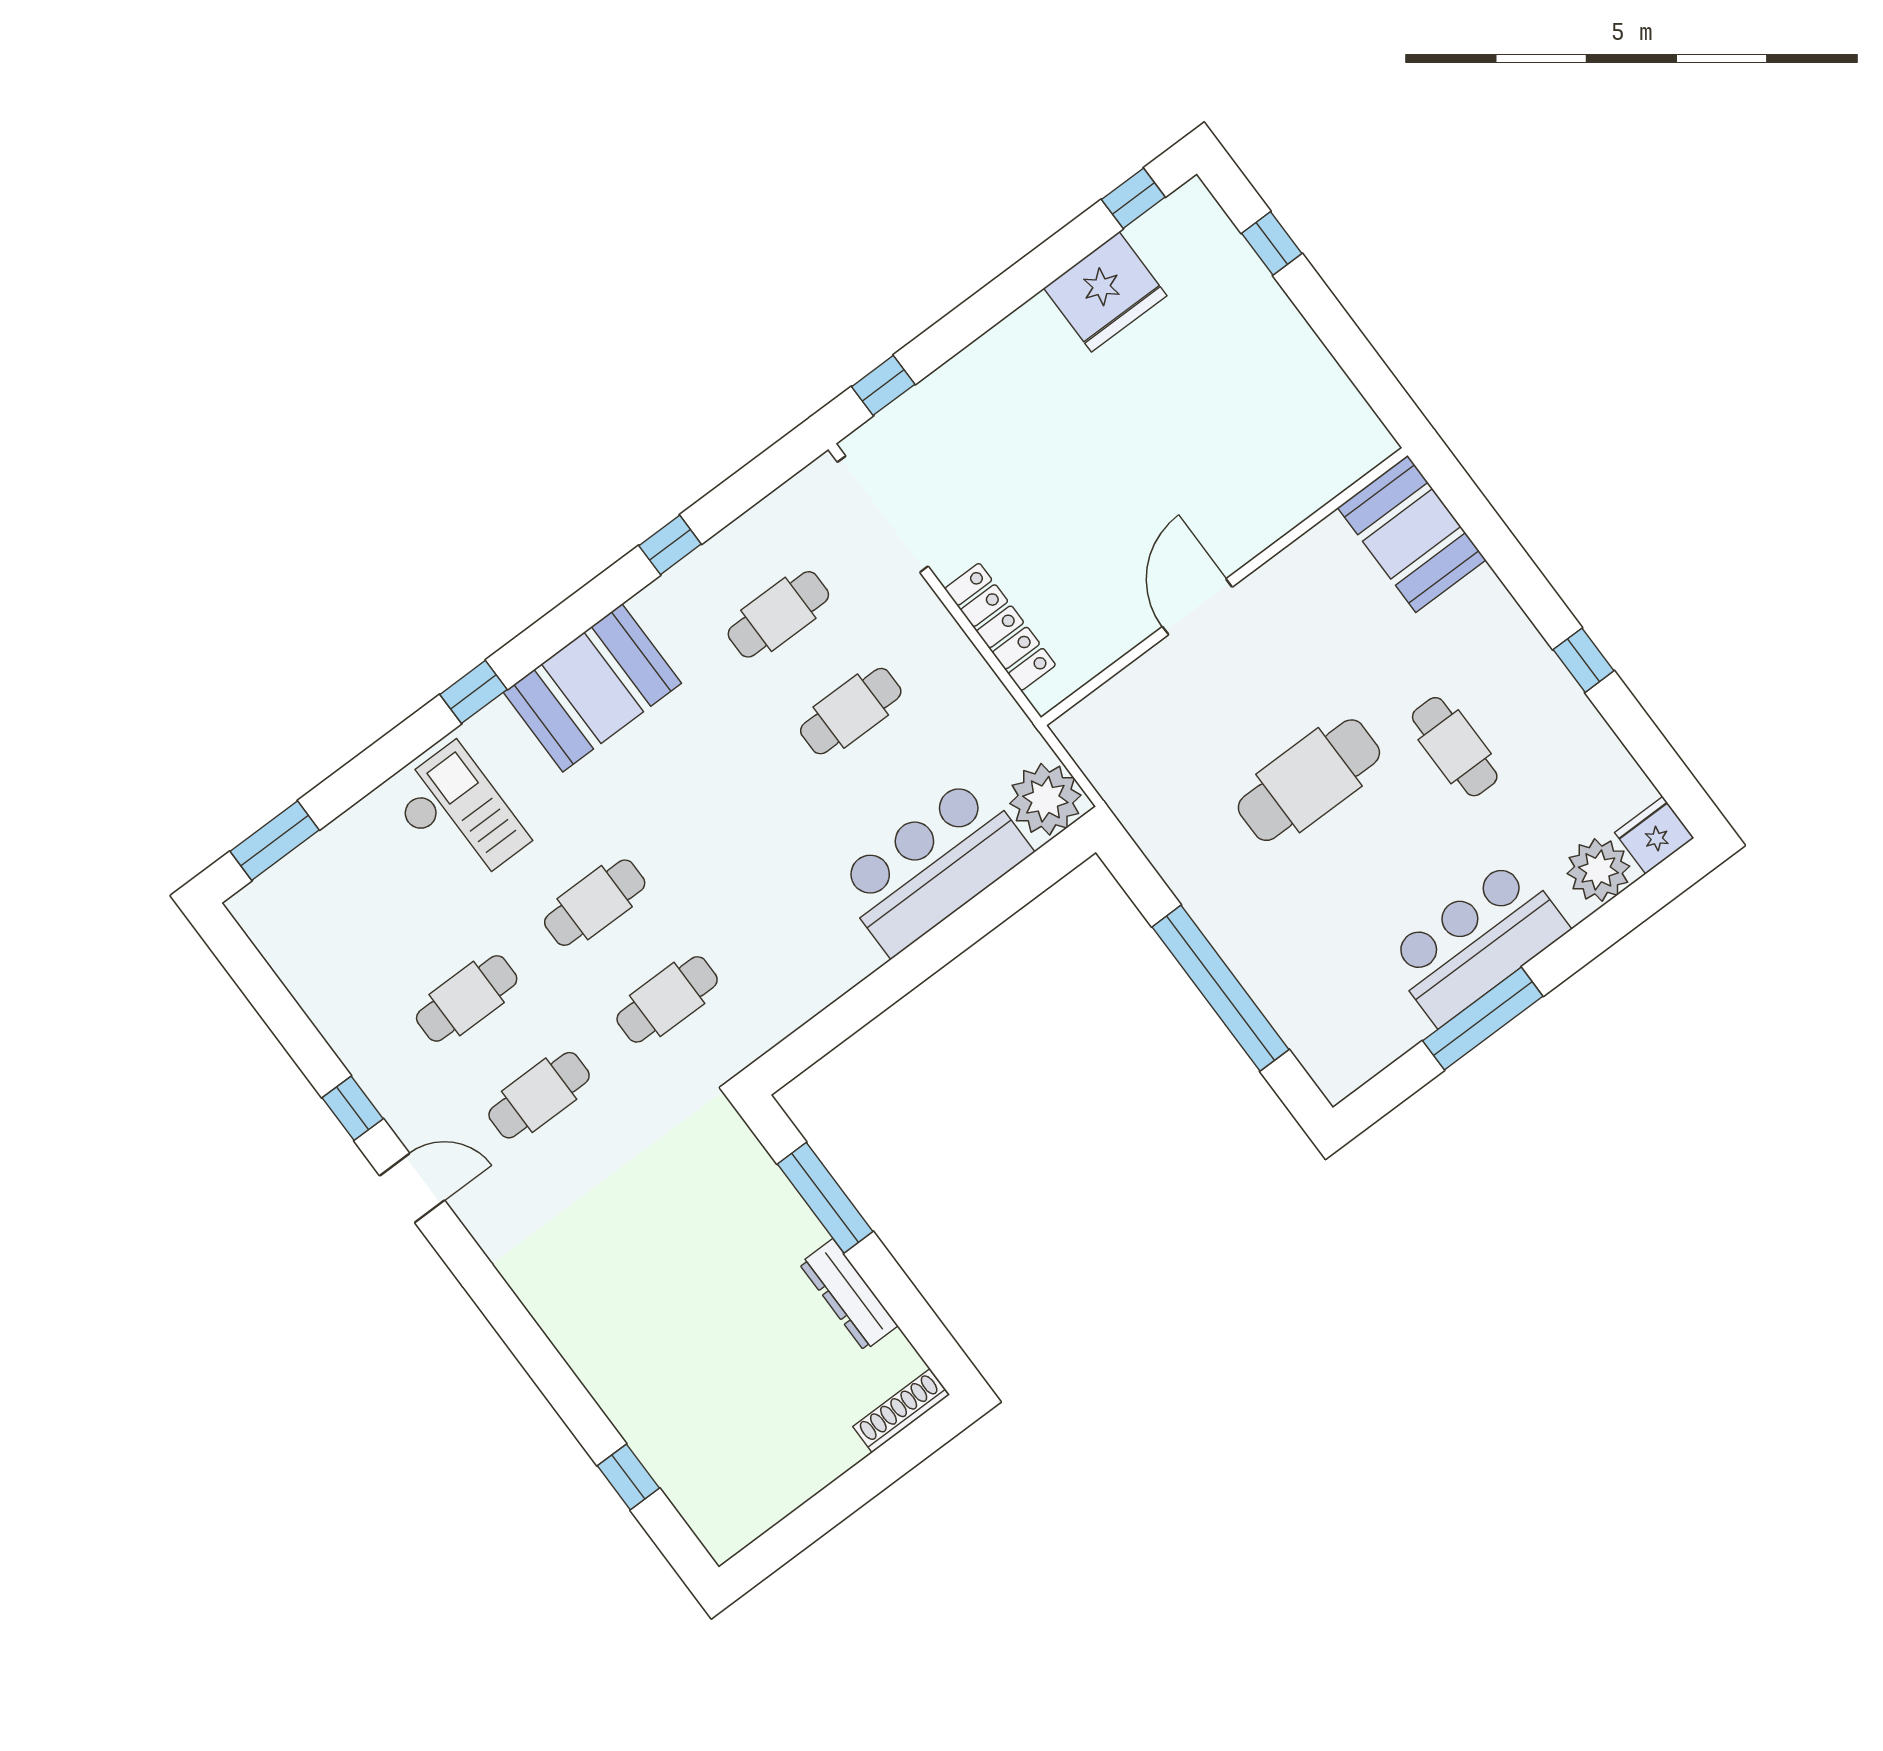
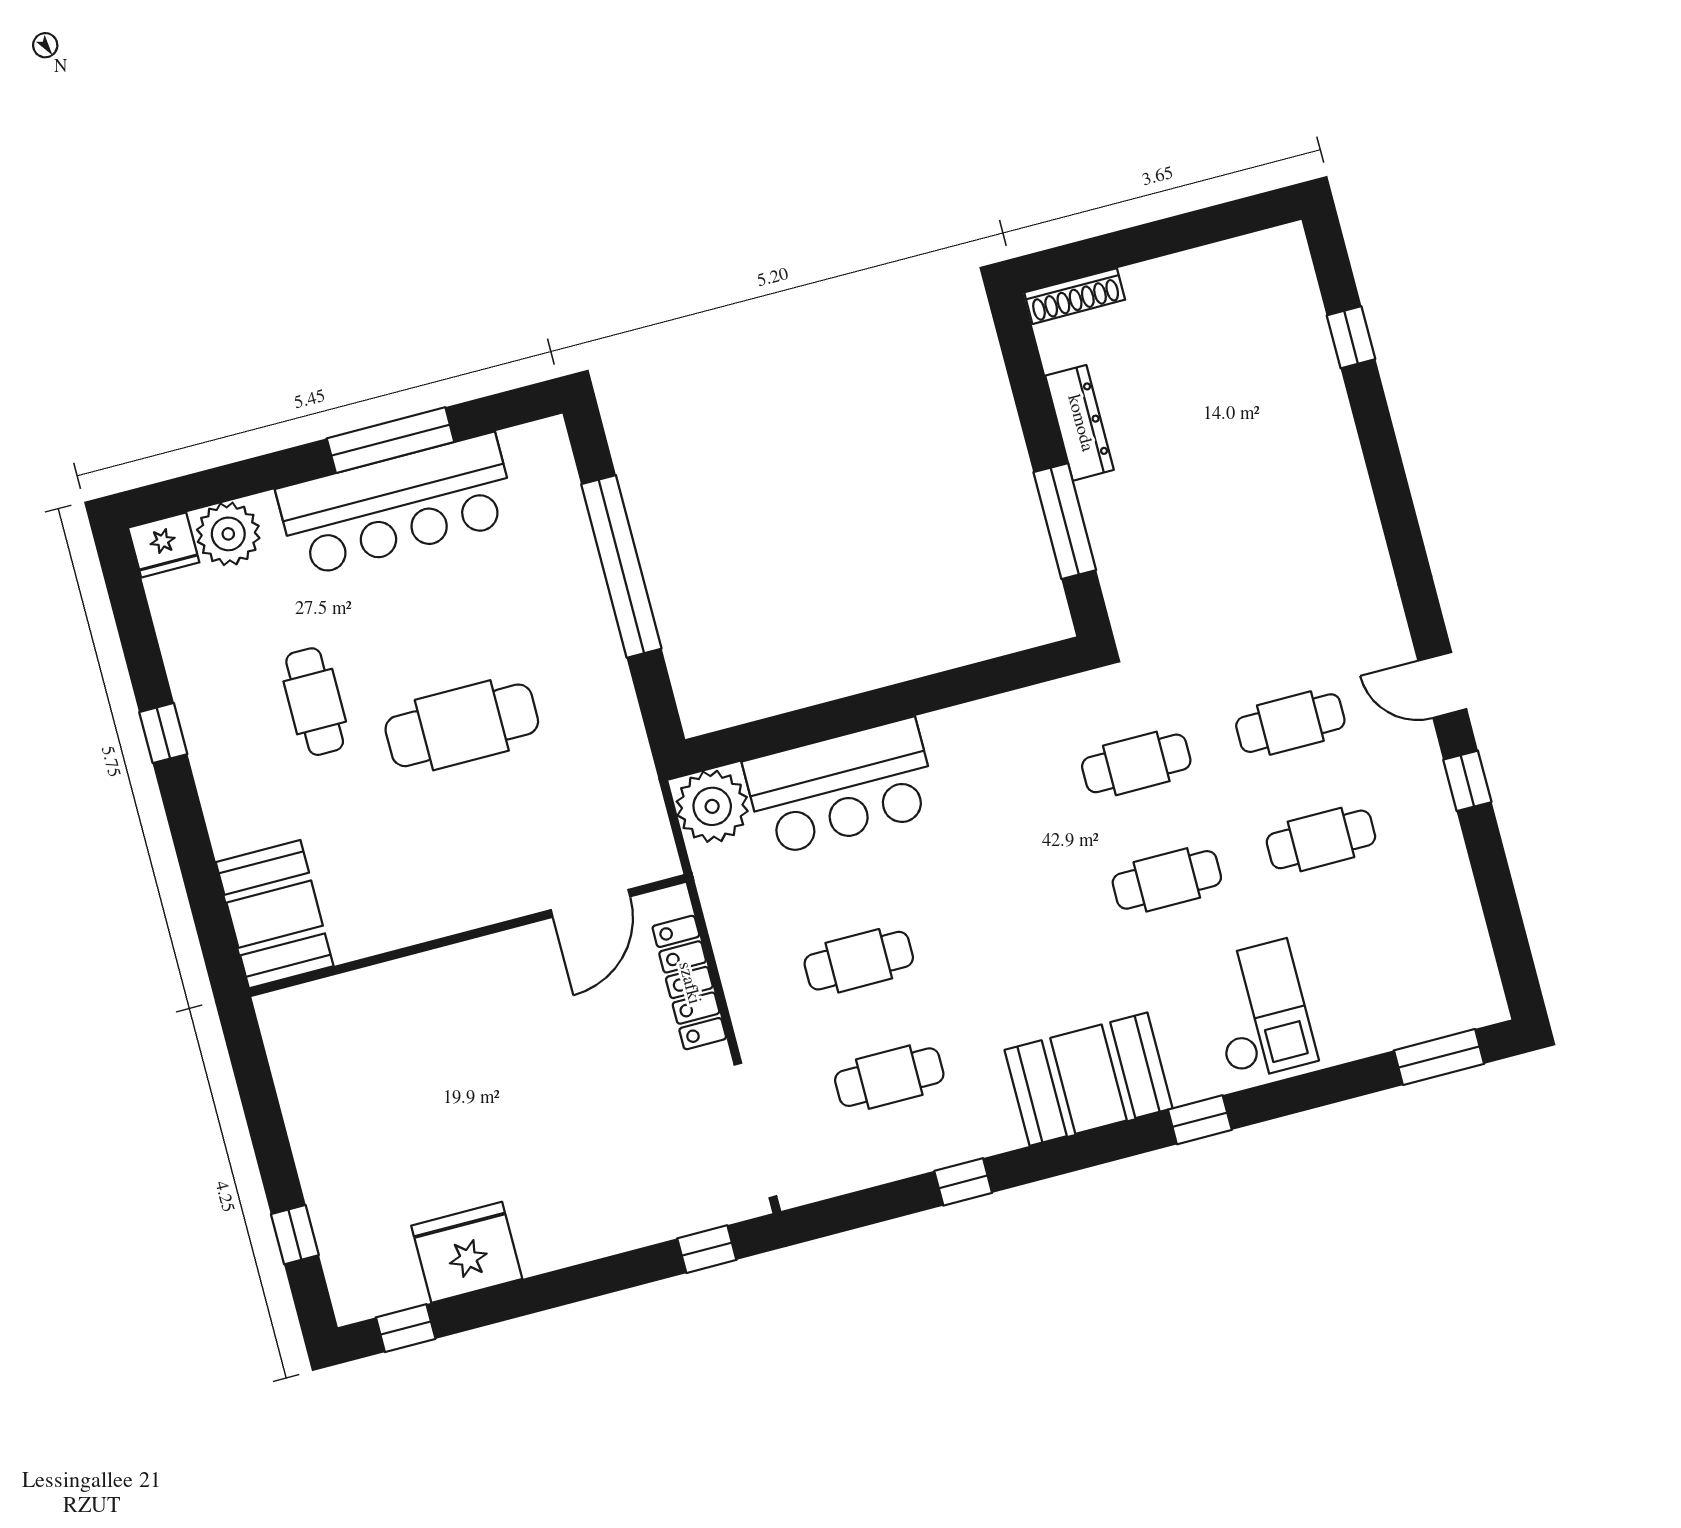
door: (1197, 607) -> (591, 903), moved
checkout: (459, 816) -> (1260, 1011), turned 180
bar counter: (1477, 942) -> (397, 505), width x1.36

